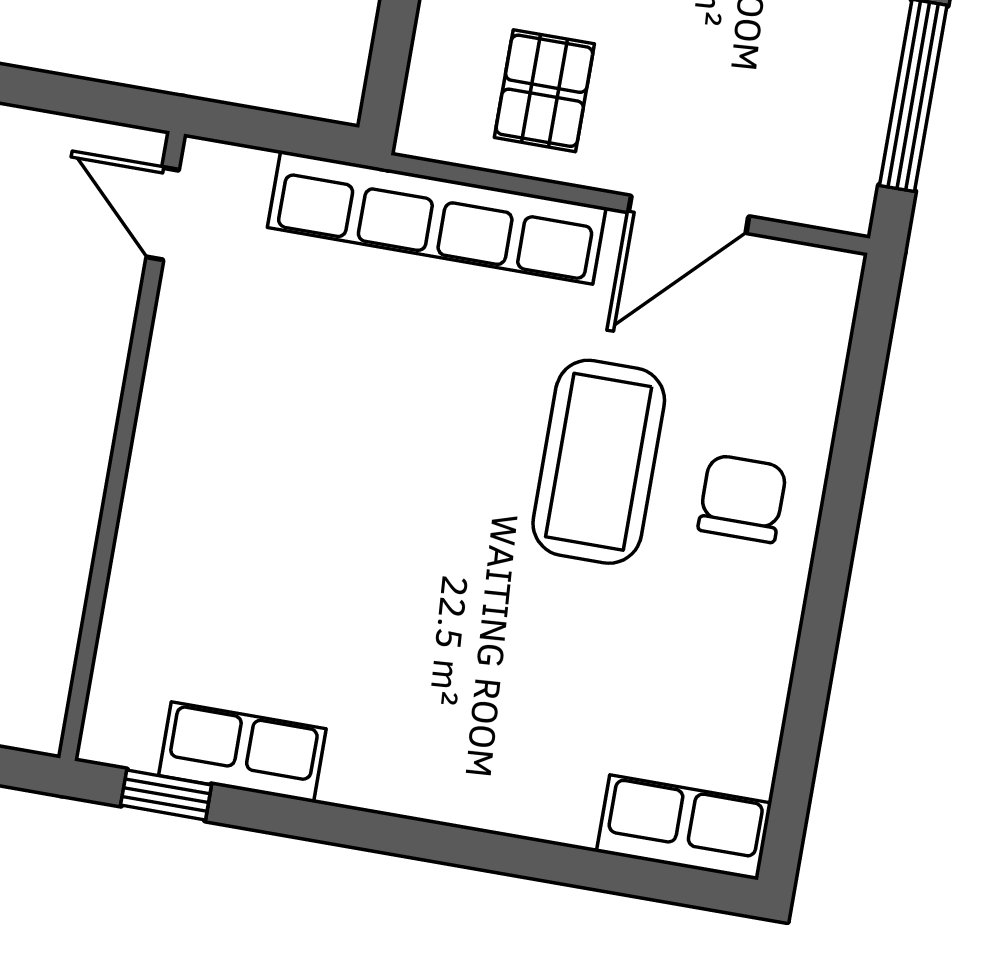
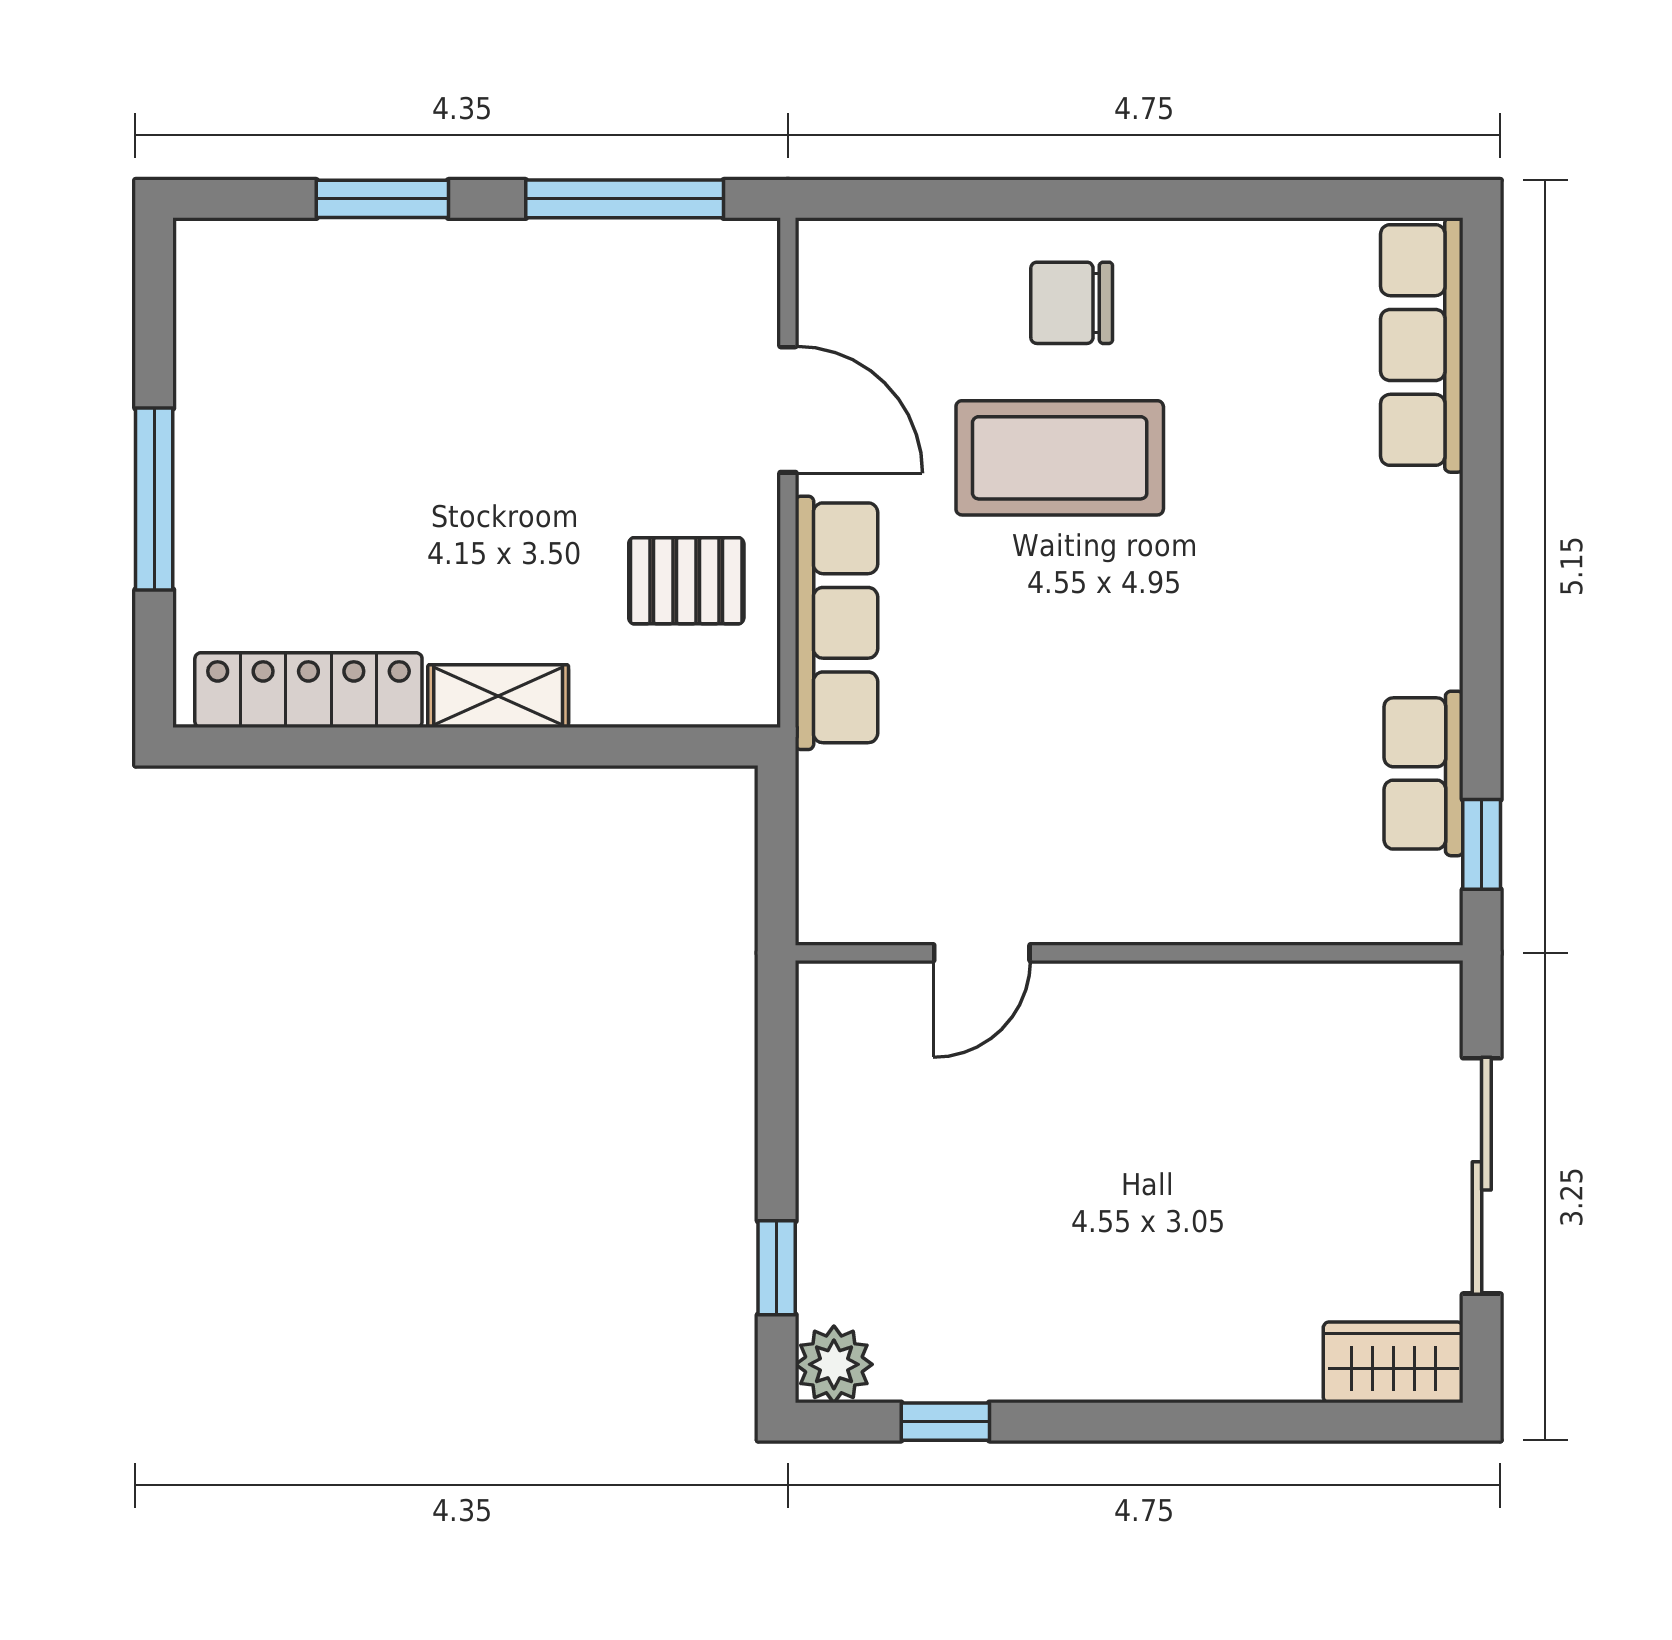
door: (163, 214) -> (982, 953), moved
row of seats: (437, 217) -> (837, 623), width x0.73
row of seats: (684, 827) -> (1422, 345), width x1.48

